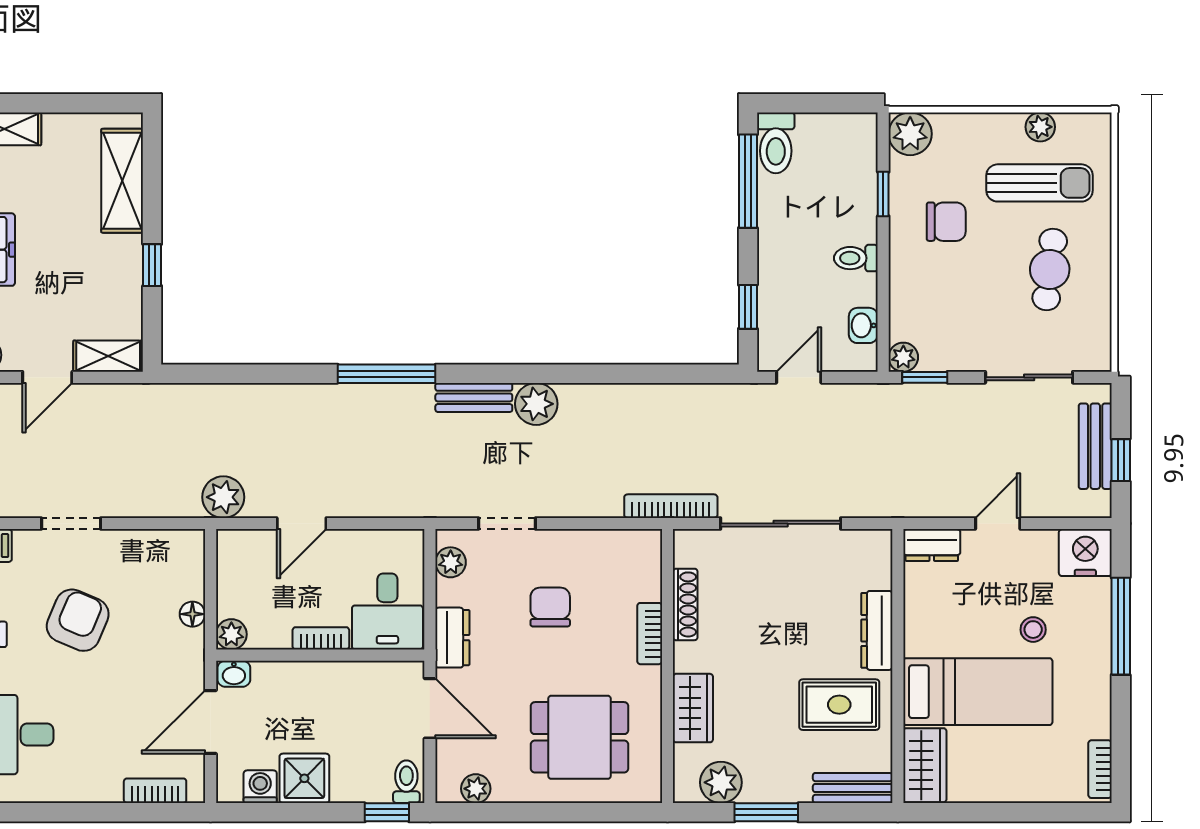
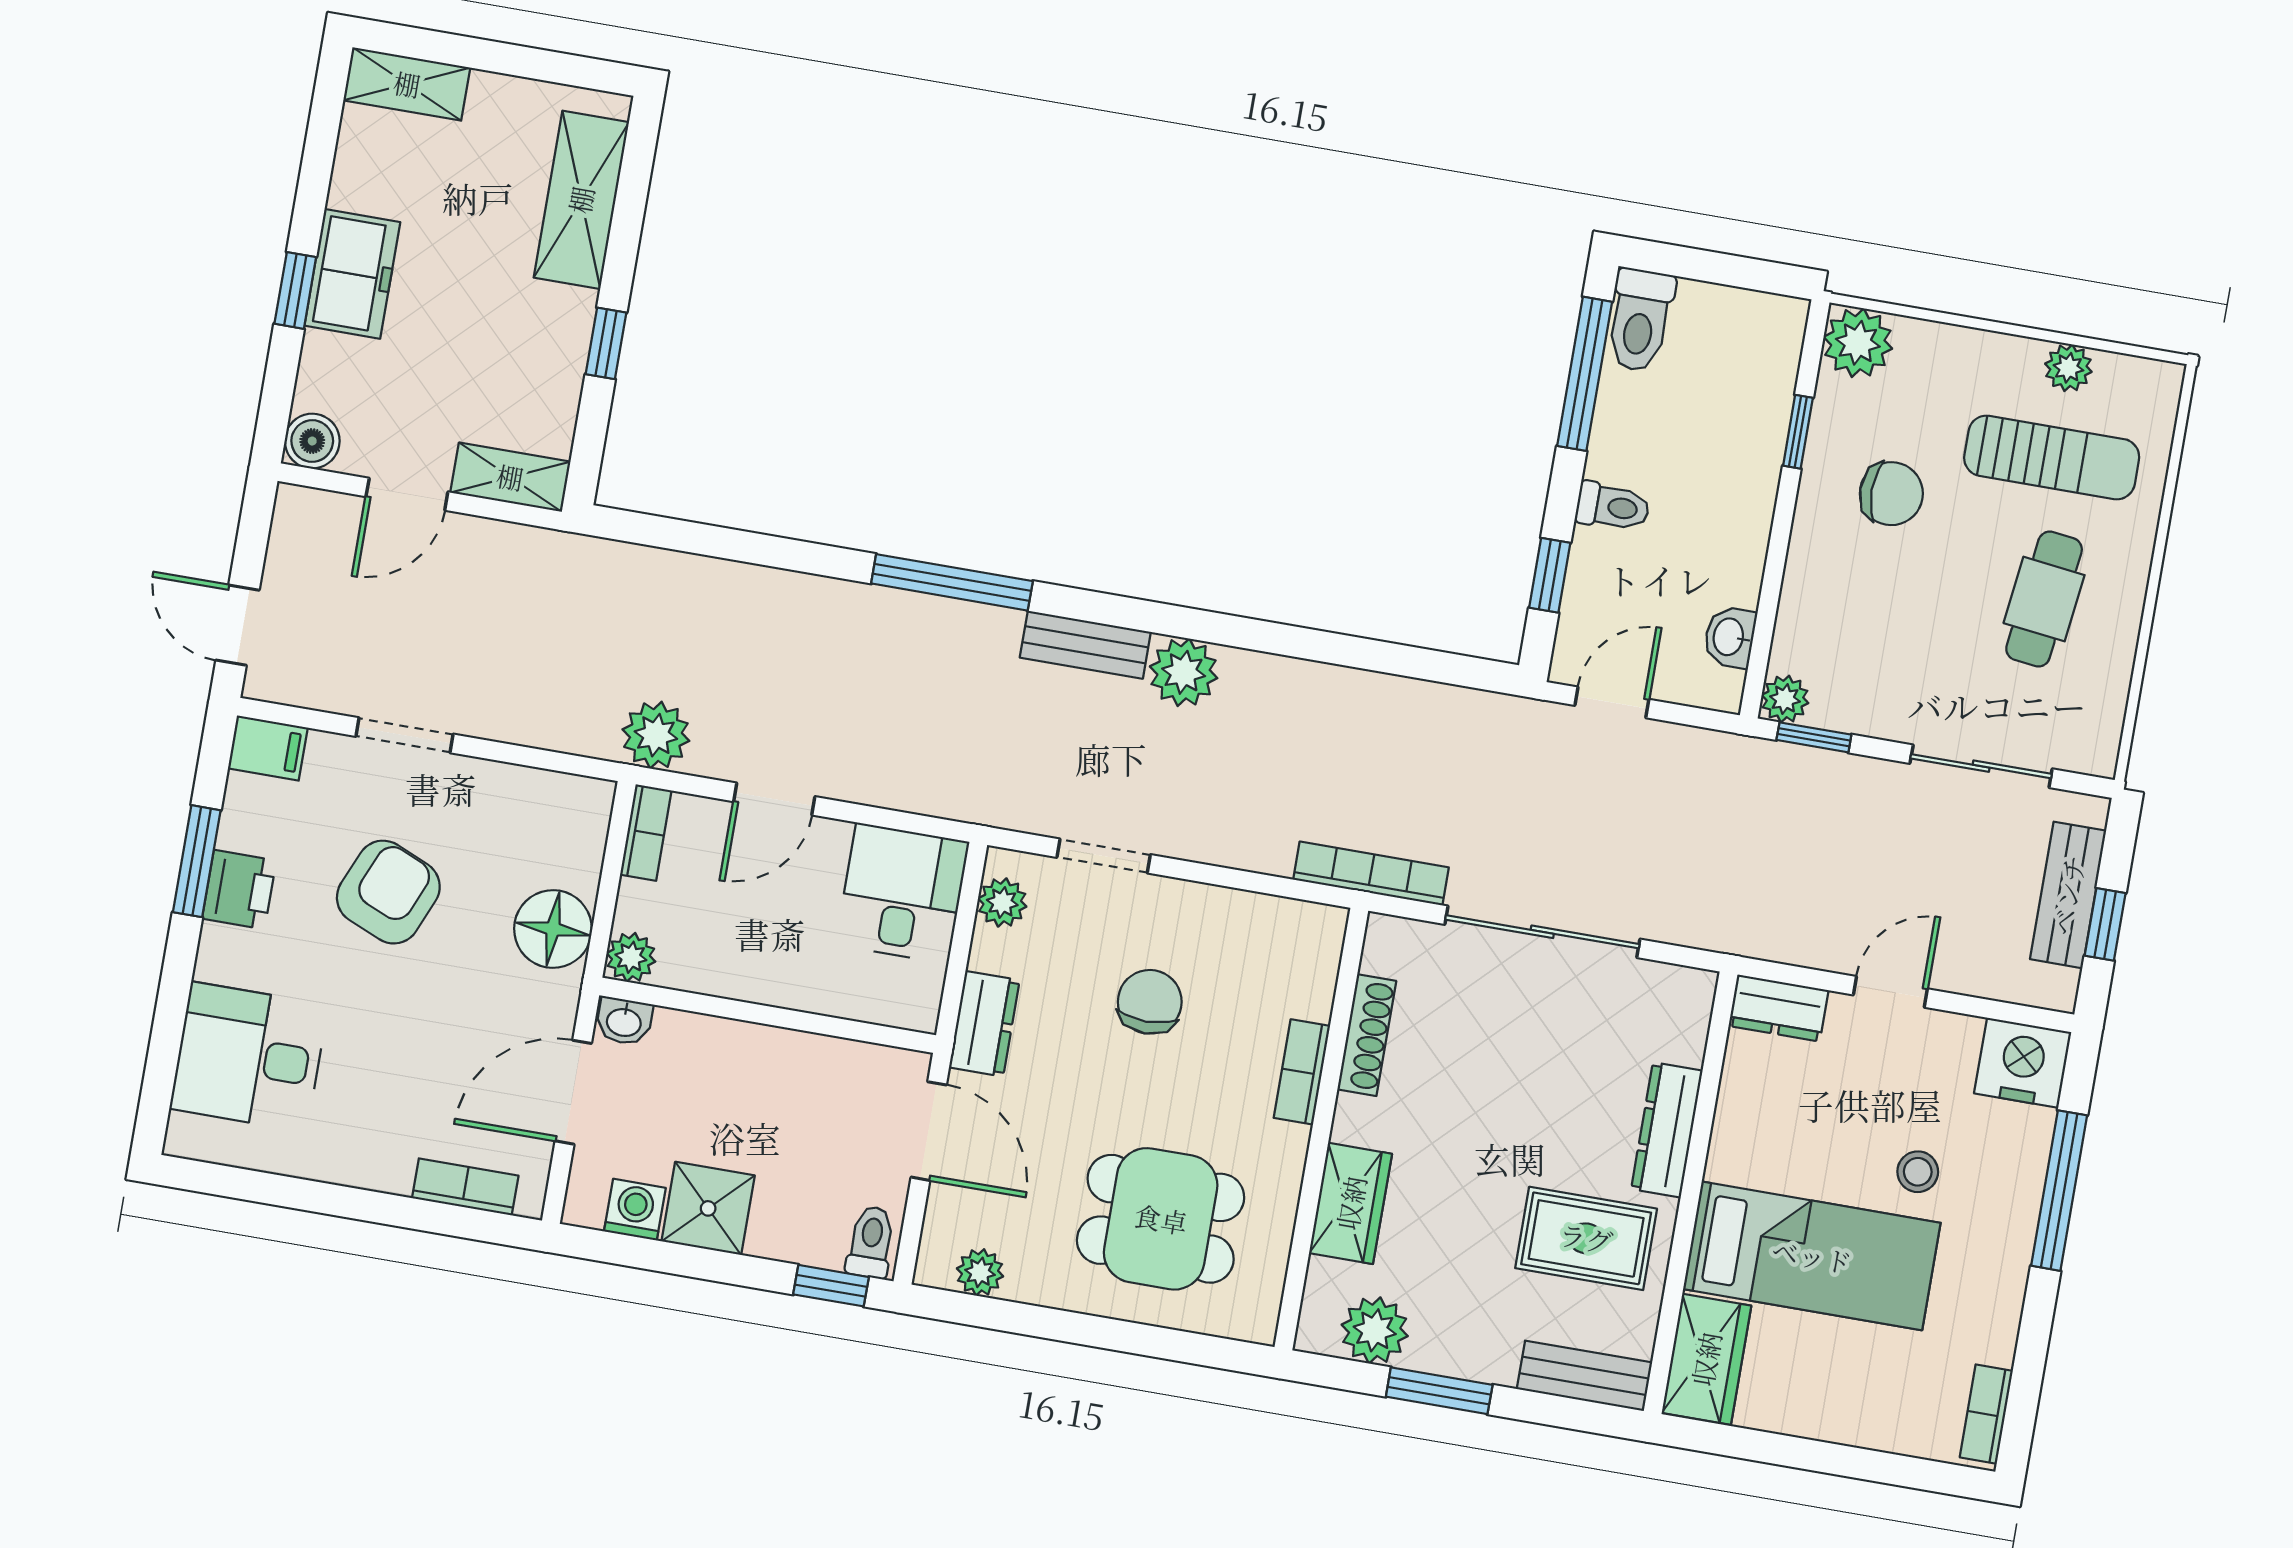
toilet: (856, 258) -> (1613, 507), moved, turned 180
desk: (387, 611) -> (902, 893), moved, turned 180
floor lamp: (192, 614) -> (553, 929), width x1.89, depth x1.89
bookcase: (321, 638) -> (646, 833), moved, turned 90

